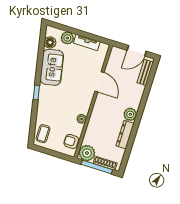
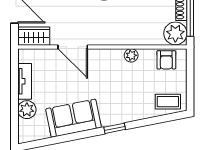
floor lamp: (50, 42) -> (40, 131), removed
wardrobe: (115, 58) -> (34, 36), added
door: (99, 82) -> (73, 47), swing flipped

